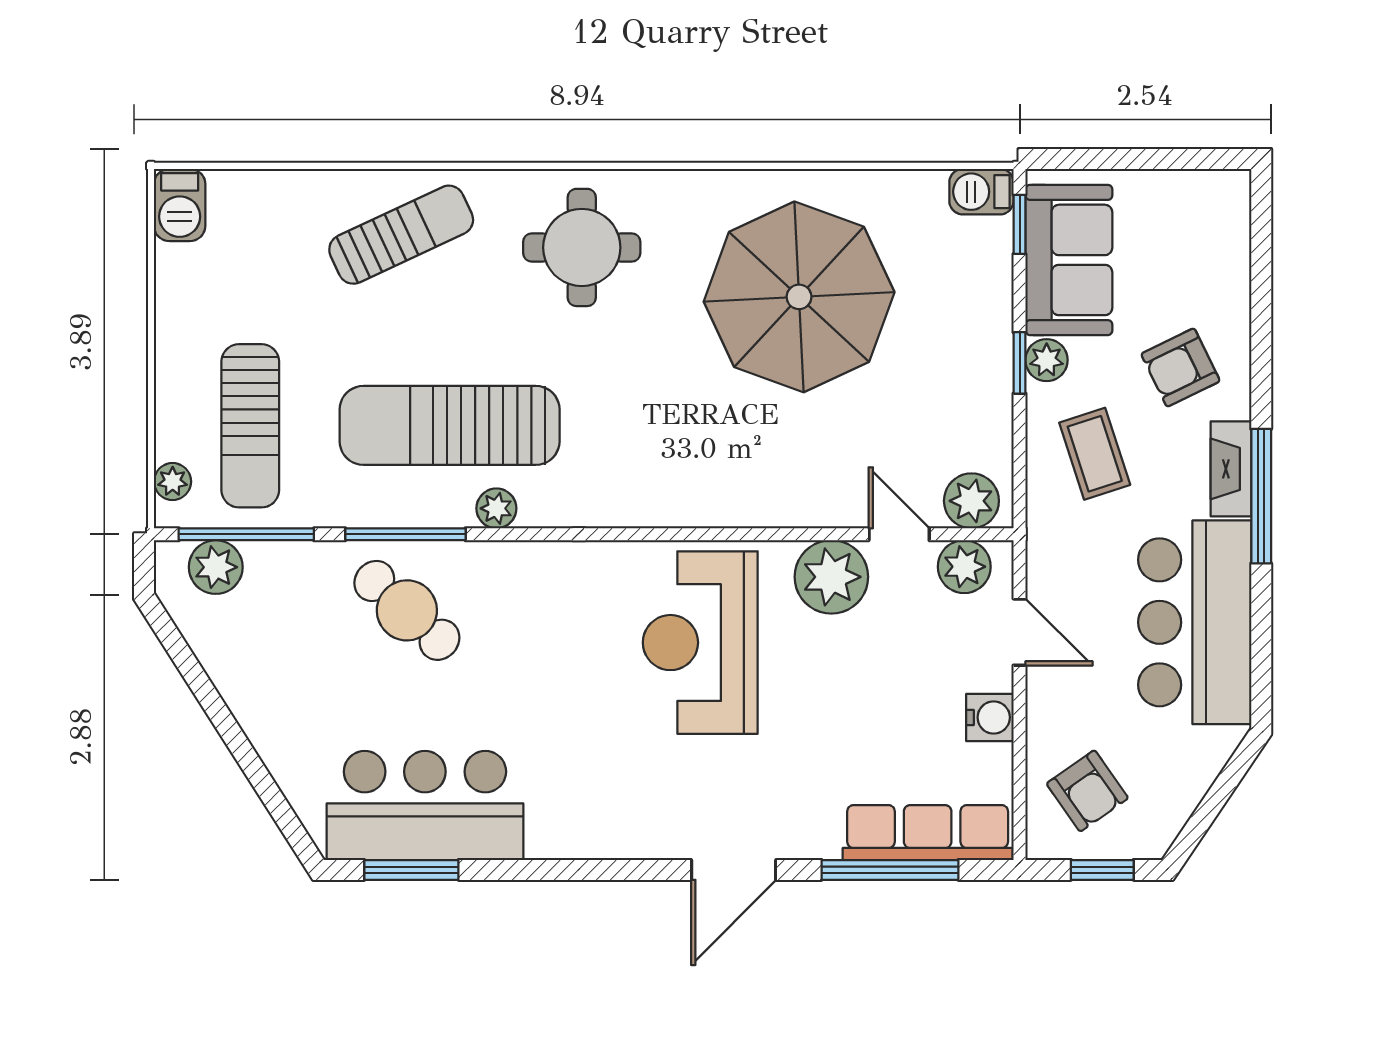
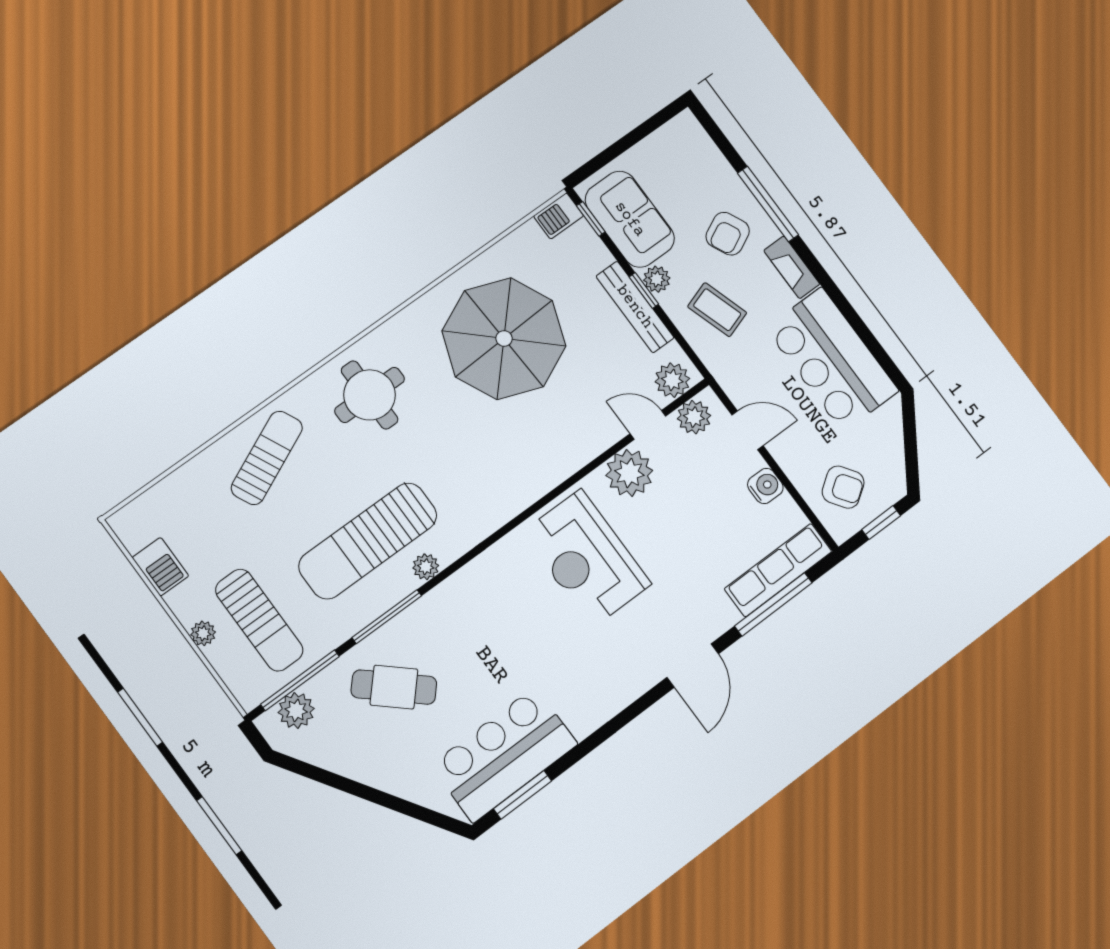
barbecue: (180, 205) -> (160, 567), moved
bench: (993, 375) -> (635, 307), added
plant: (173, 482) -> (203, 633), moved
window: (1261, 496) -> (768, 204), moved
cafe table: (407, 610) -> (394, 687), moved

